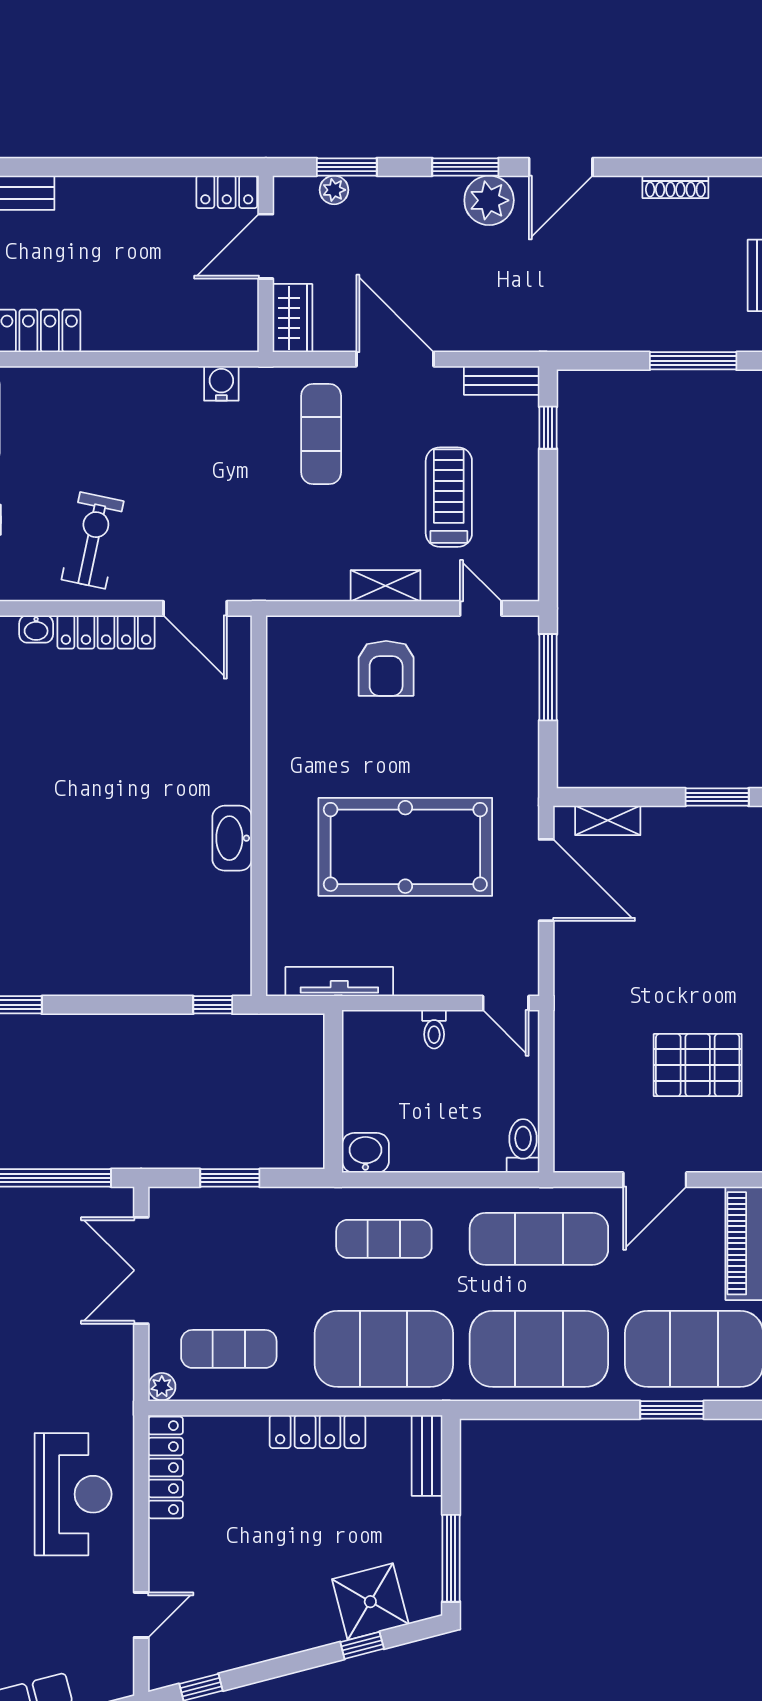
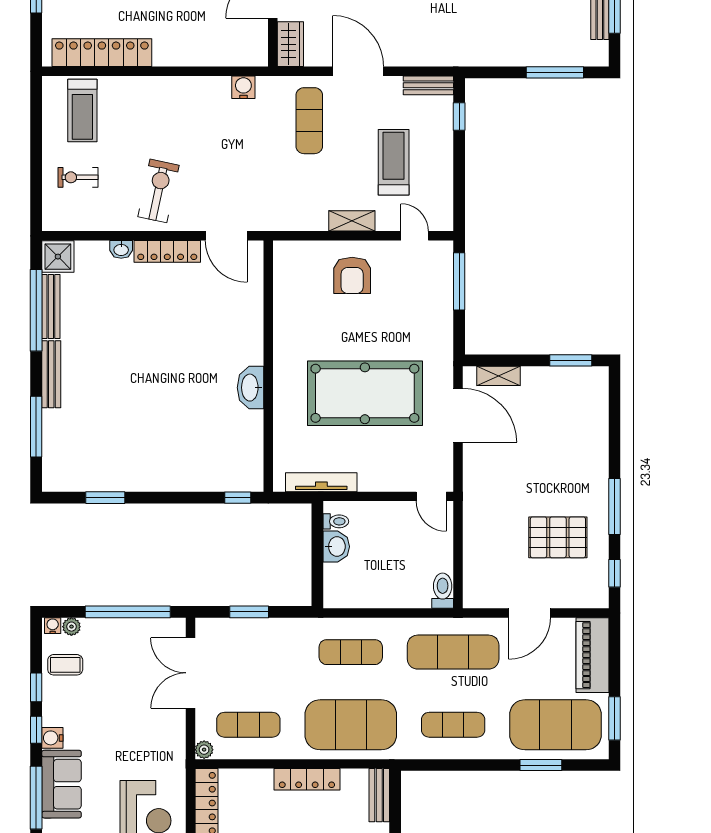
toilet: (434, 1029) -> (336, 521), moved, turned -90
washbasin: (365, 1153) -> (336, 547), moved, turned 90
exercise mat: (539, 1349) -> (453, 725), width x0.50, depth x0.69

